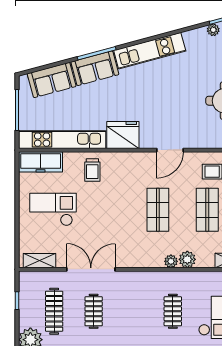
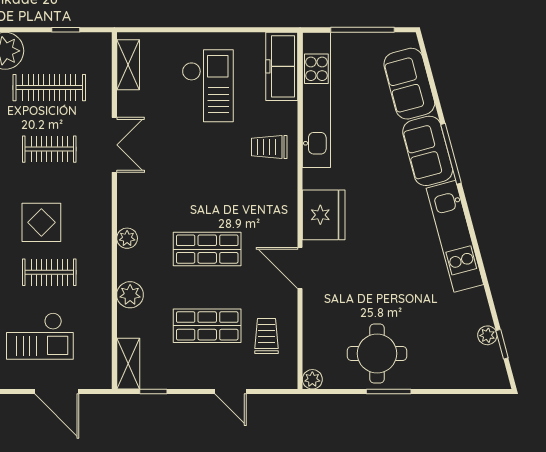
fridge: (123, 135) -> (324, 215), moved
plant: (171, 261) -> (127, 238), moved
double door: (91, 269) -> (114, 145), width x0.73
display table: (141, 316) -> (41, 222), added

